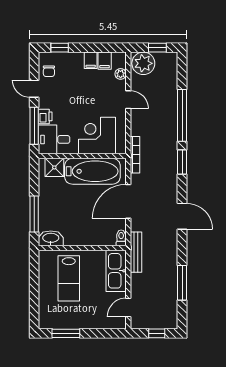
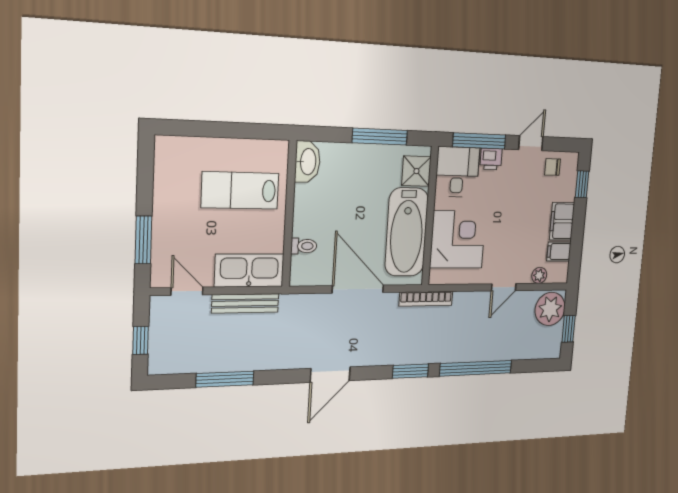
filing cabinet: (91, 60) -> (562, 221), width x2.00
window: (34, 214) -> (380, 137), moved
toilet: (121, 238) -> (304, 246), moved
bench: (136, 252) -> (245, 303), moved
window: (66, 333) -> (143, 240), moved

